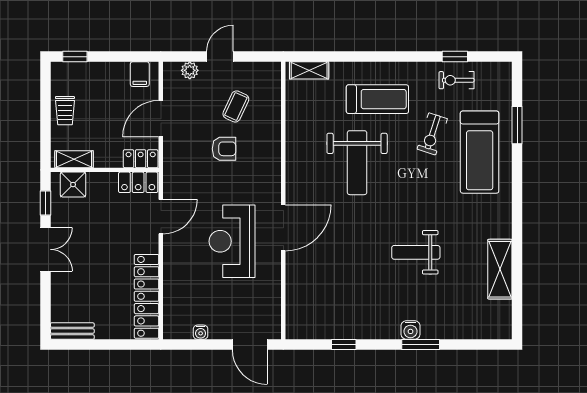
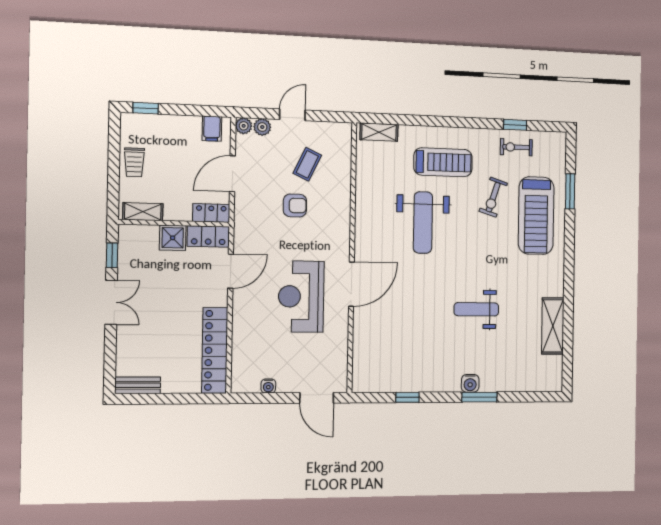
plant: (171, 70) -> (244, 126), added
shower: (73, 185) -> (173, 238), moved

